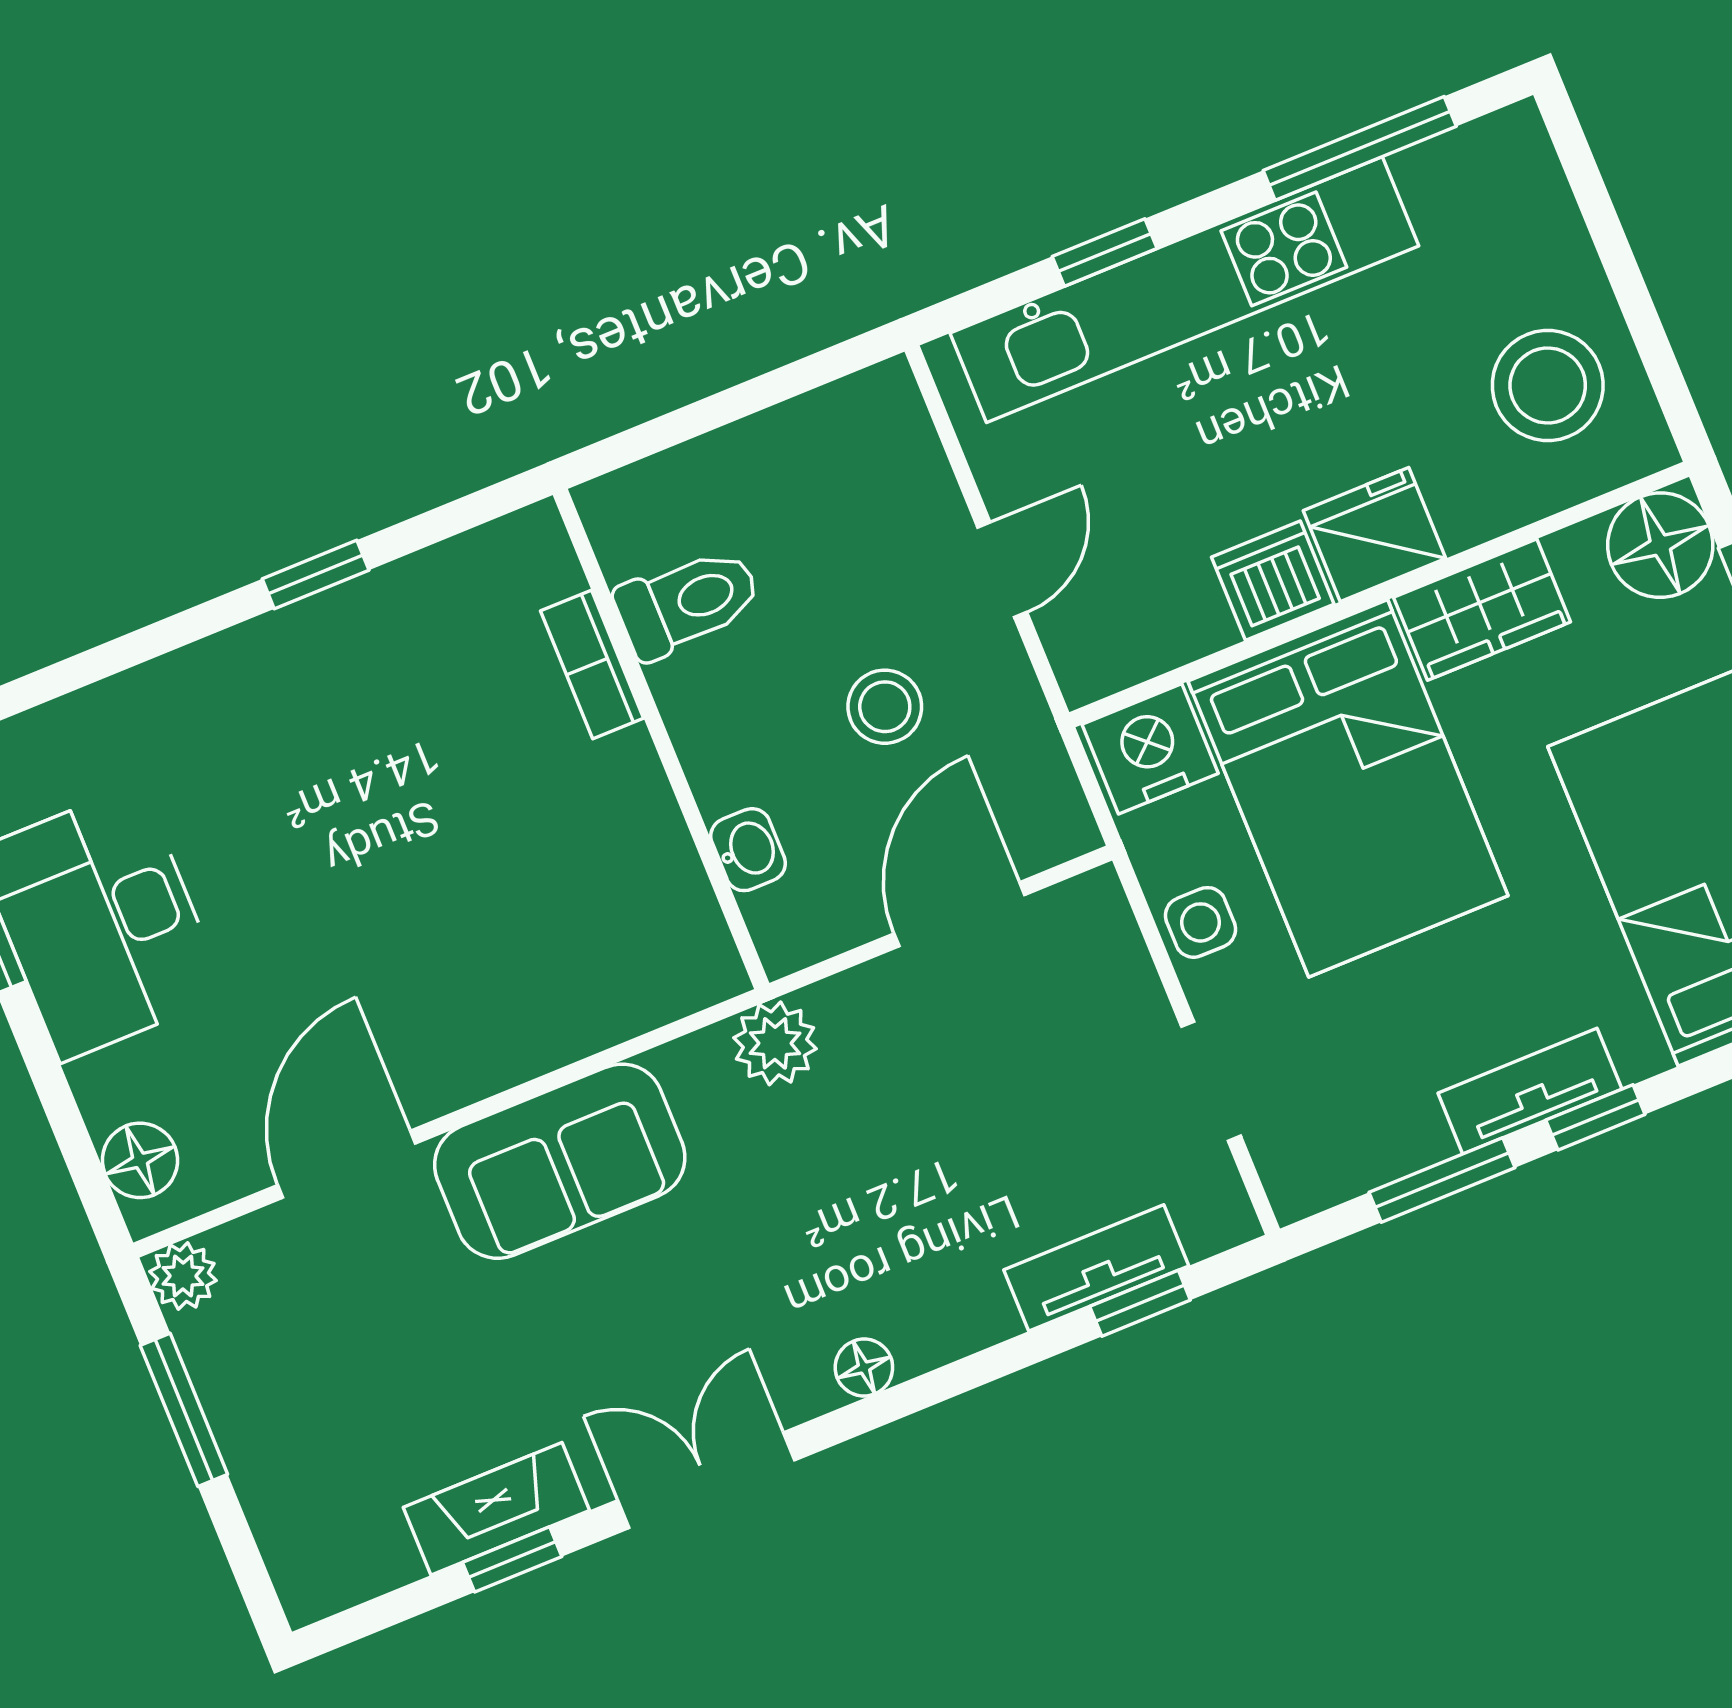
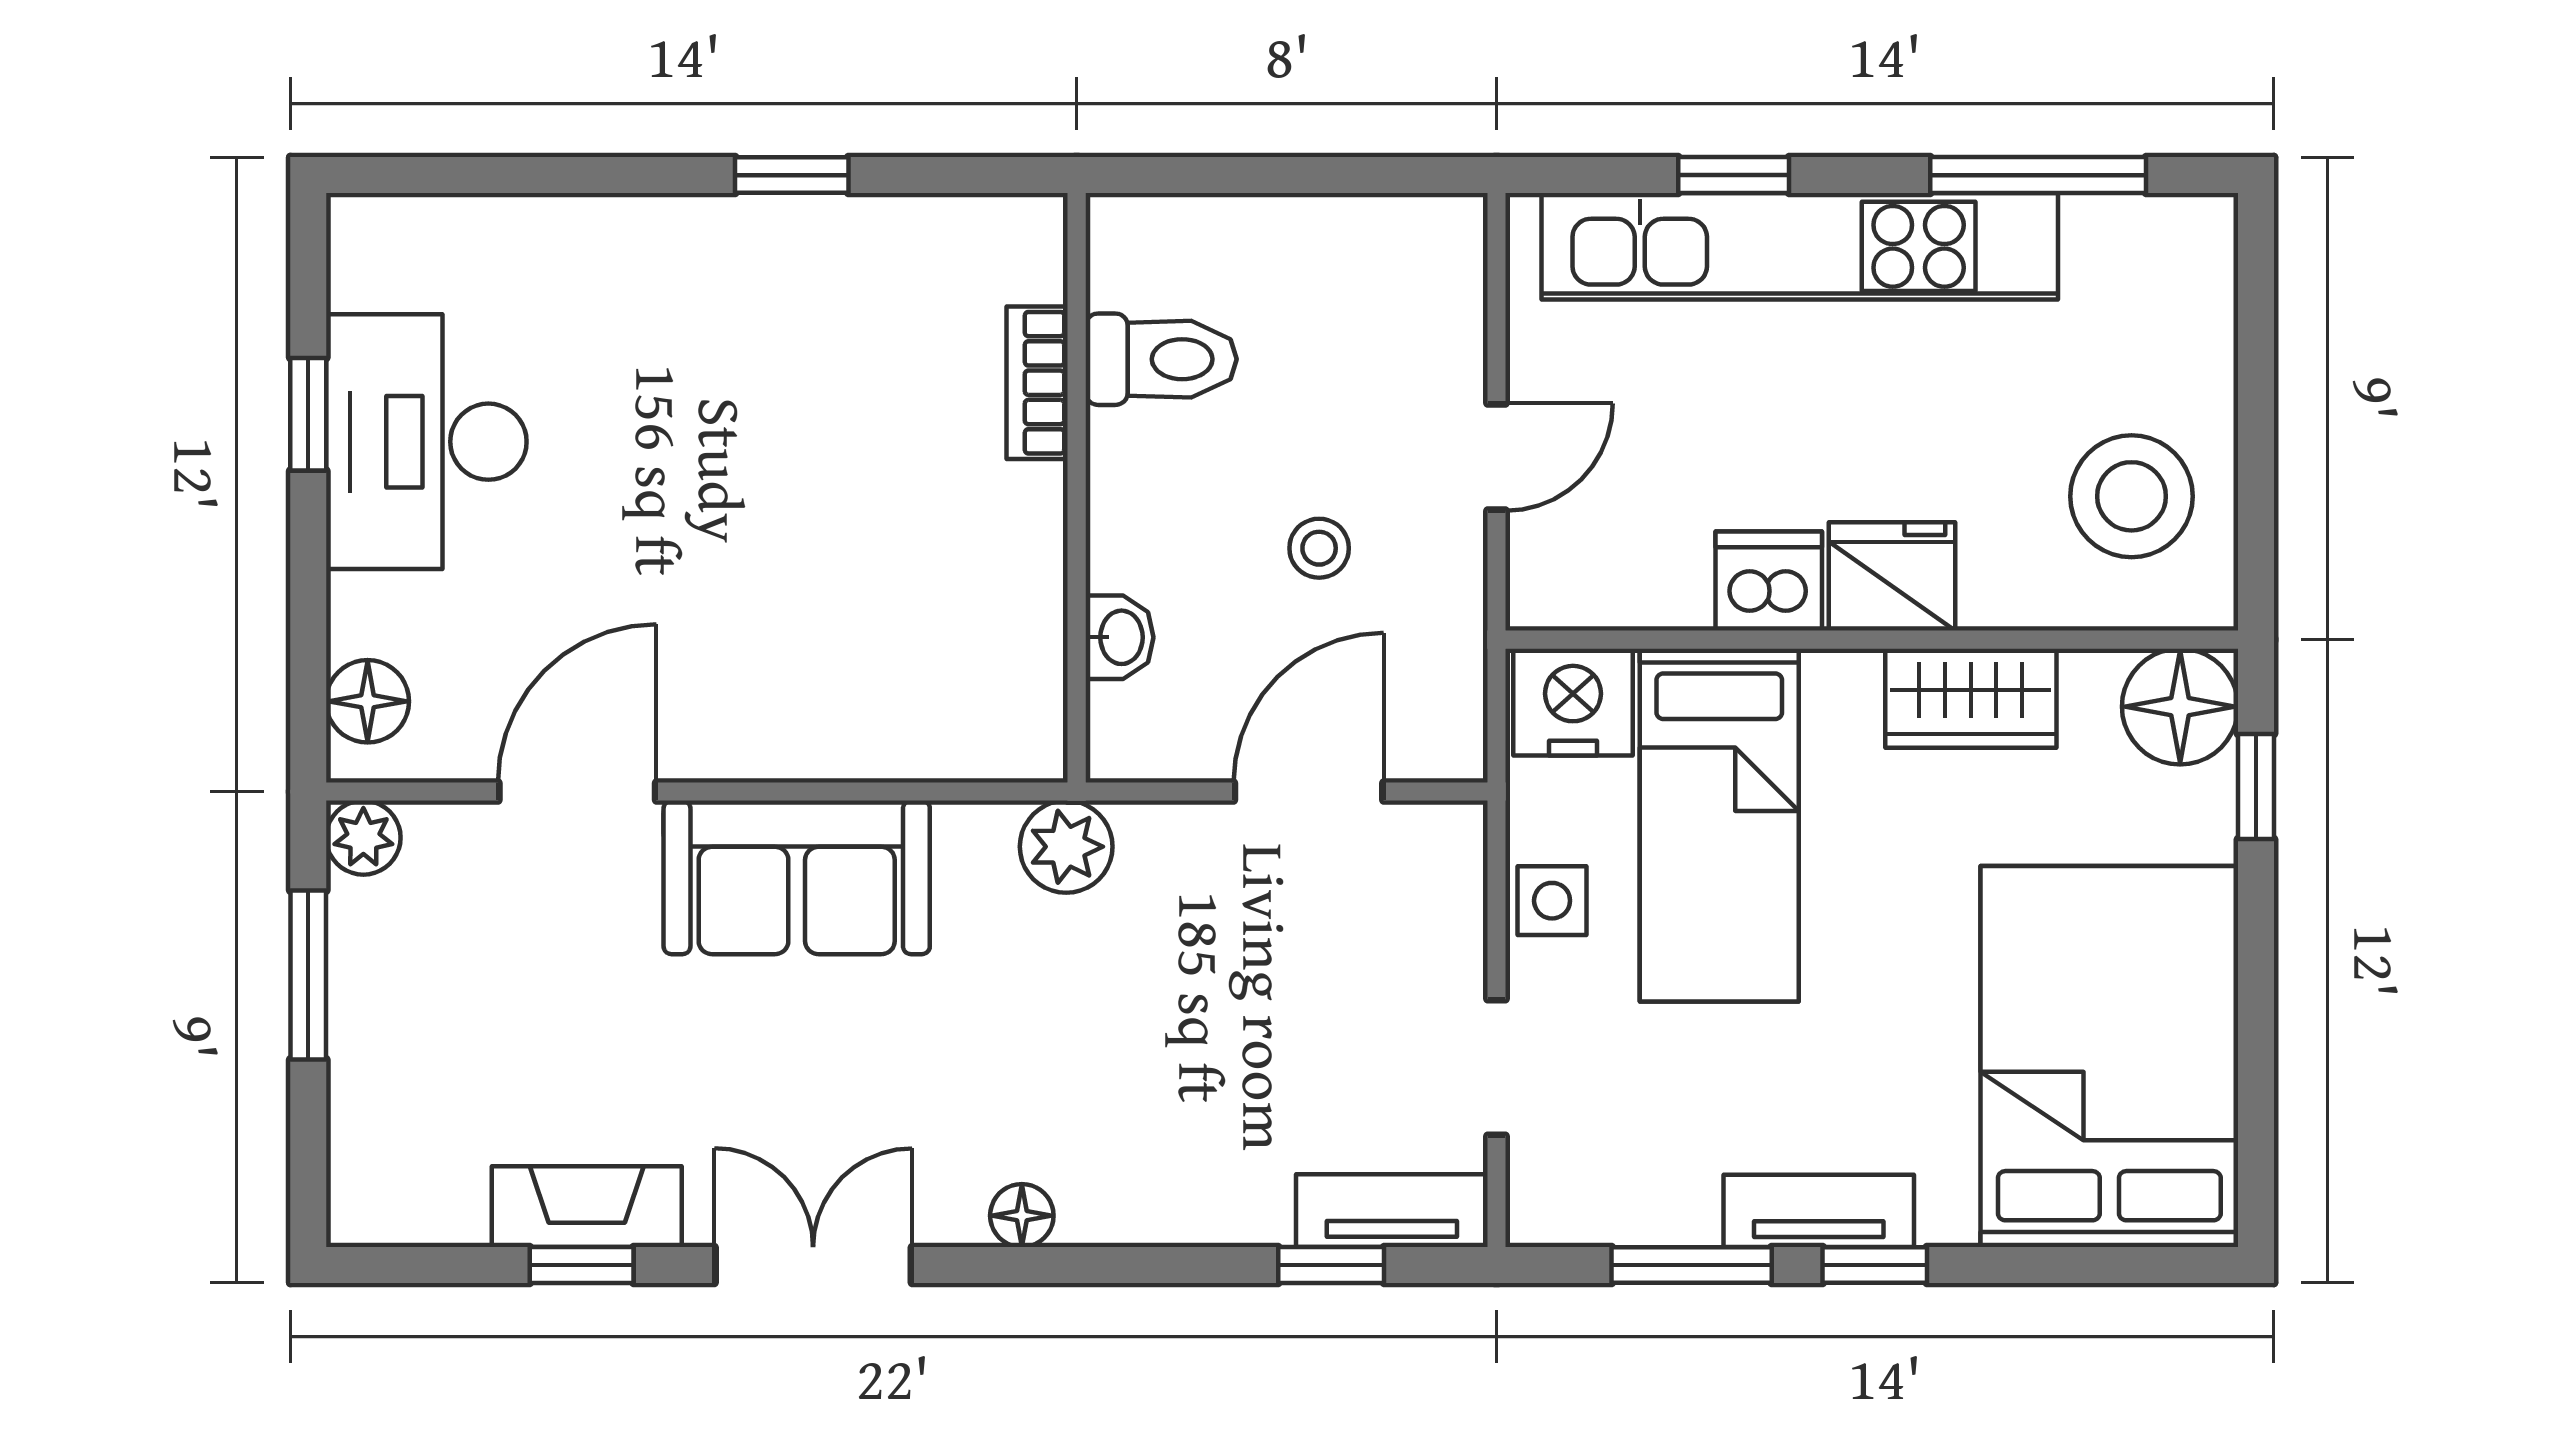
stool: (885, 707) -> (1319, 548), width x0.73, depth x0.73
bed: (1348, 788) -> (1719, 825), width x0.67
tv unit: (1096, 1268) -> (1392, 1211), moved

